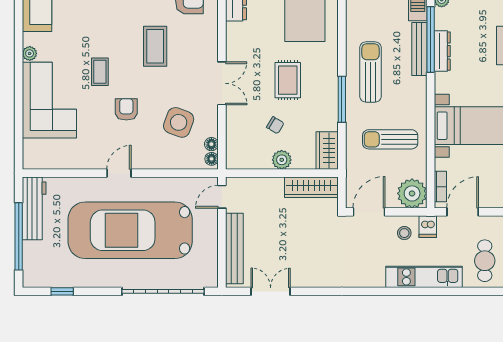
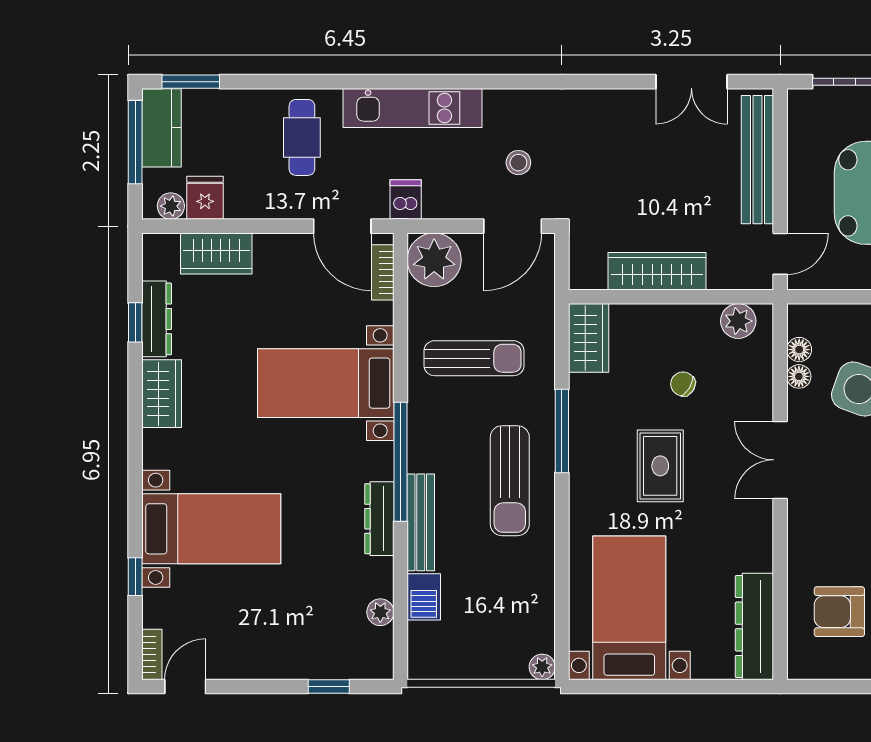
window: (431, 39) -> (400, 462), moved
floor lamp: (212, 159) -> (799, 376), moved
plant: (282, 160) -> (738, 321), moved
wardrobe: (311, 187) -> (657, 271), moved
door: (463, 212) -> (342, 226), hinge flipped
stool: (404, 233) -> (518, 163), moved

